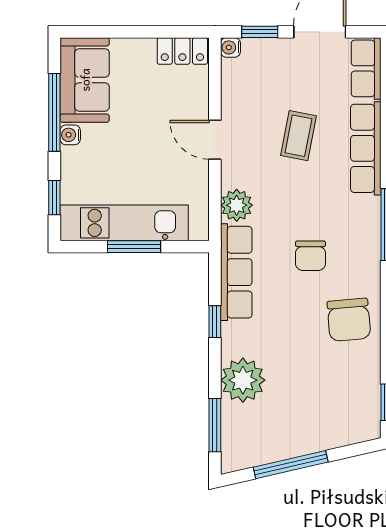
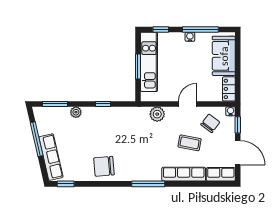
sofa: (85, 80) -> (224, 56), moved, turned 90
chair: (311, 256) -> (210, 123), moved, turned 127
row of seats: (236, 272) -> (51, 157), moved, turned -103
plant: (243, 380) -> (76, 112), width x0.53, depth x0.53

